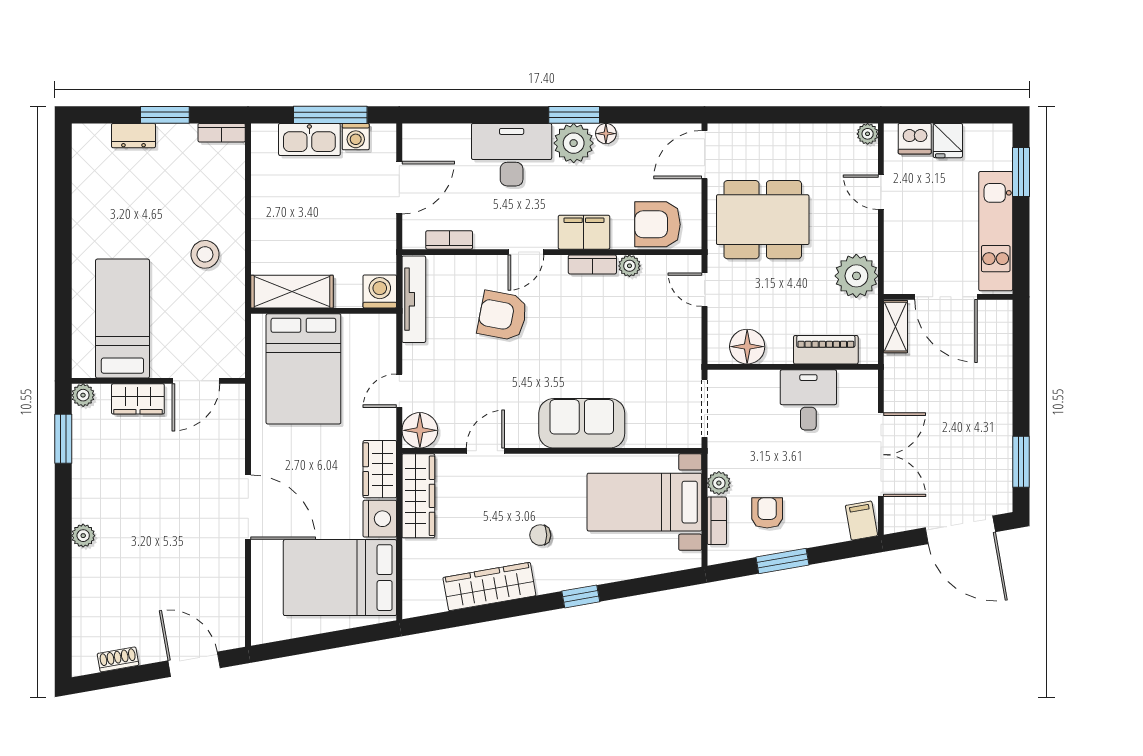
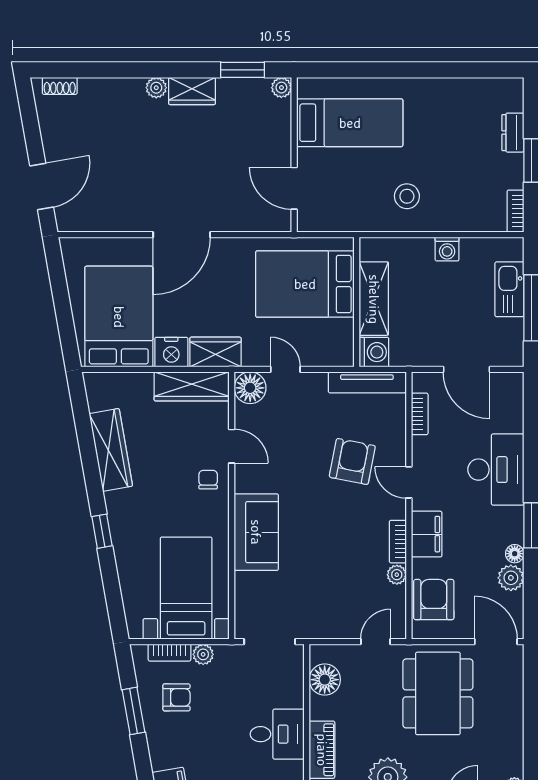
washing machine: (356, 137) -> (447, 249), moved, turned -90
plant: (574, 143) -> (511, 578), moved, width x0.73, depth x0.73
shelving: (292, 292) -> (374, 299), moved
wardrobe: (138, 399) -> (192, 91), moved, turned -90
chair: (540, 535) -> (208, 480), moved
shoe rack: (118, 659) -> (60, 86), moved, turned 100

